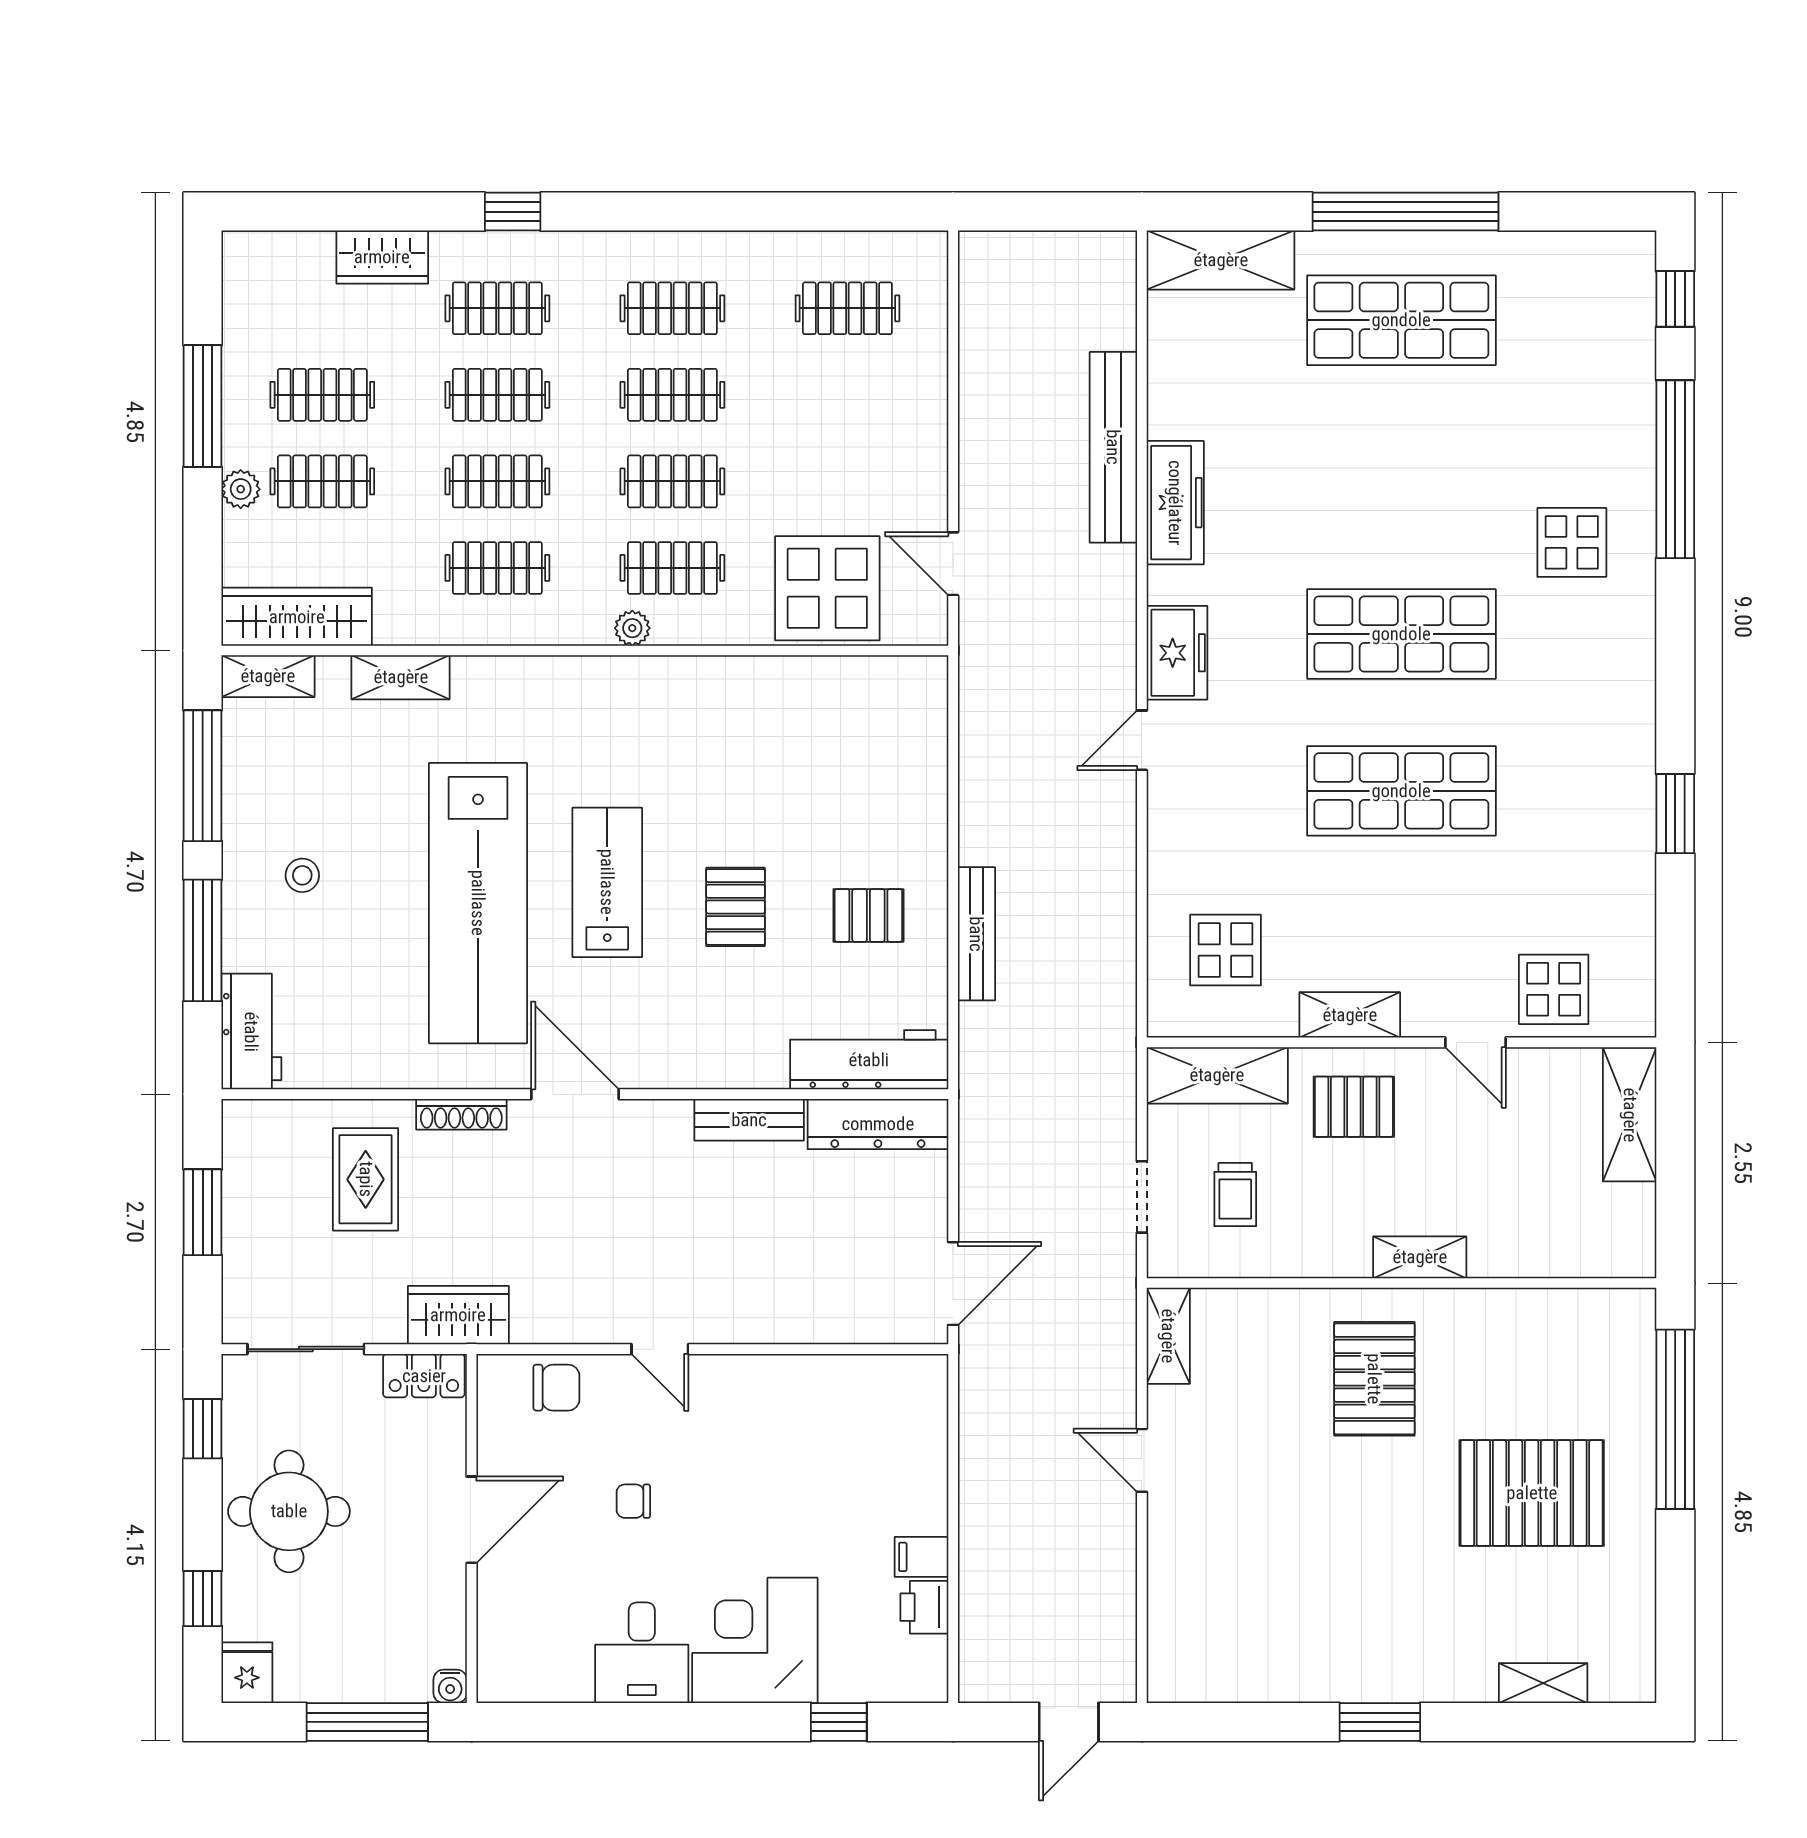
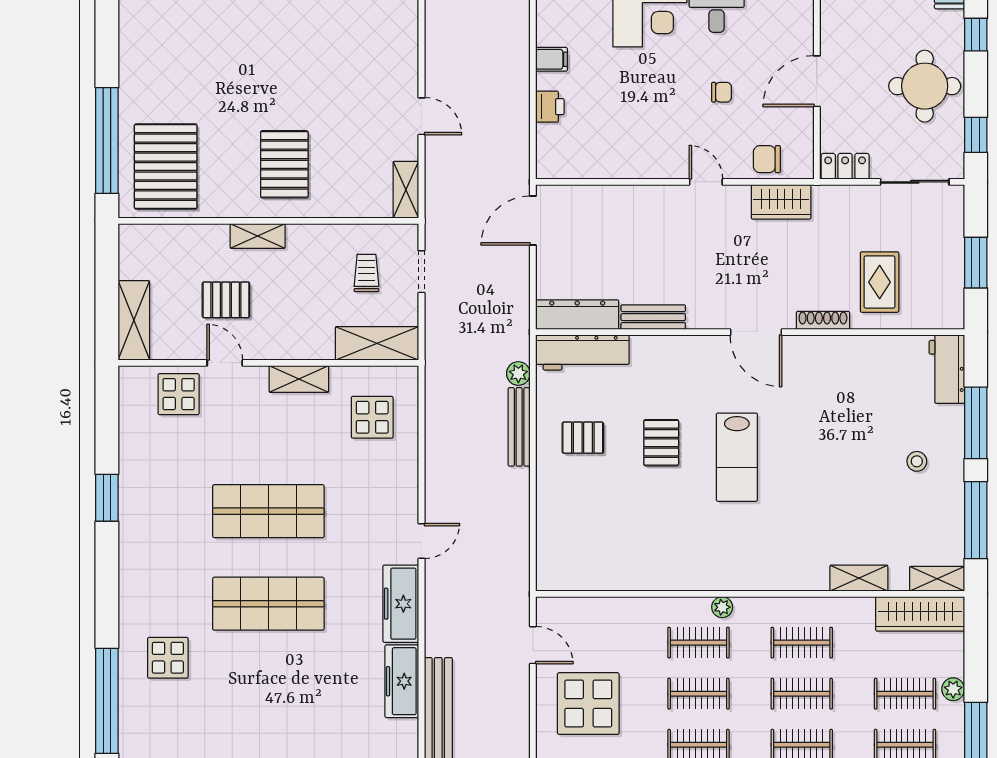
display table: (827, 588) -> (588, 704), moved
freezer: (1177, 653) -> (401, 604), width x1.40
lab bench: (478, 903) -> (813, 445), removed
plant: (978, 1024) -> (518, 374), added
pallet: (1354, 1107) -> (226, 300), moved
wardrobe: (458, 1315) -> (781, 202), moved
pallet: (1532, 1493) -> (166, 167), moved, turned 90
printer: (924, 1607) -> (550, 107), moved

